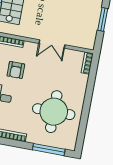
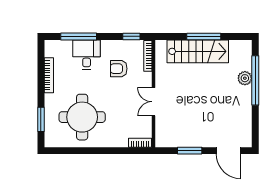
window: (49, 150) -> (41, 119), width x0.69

